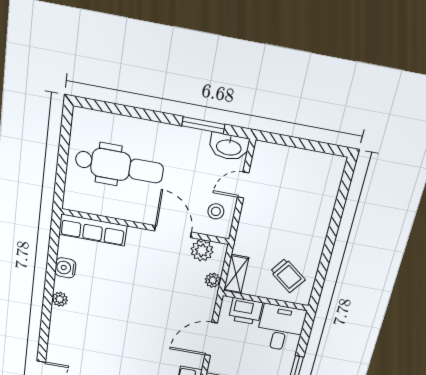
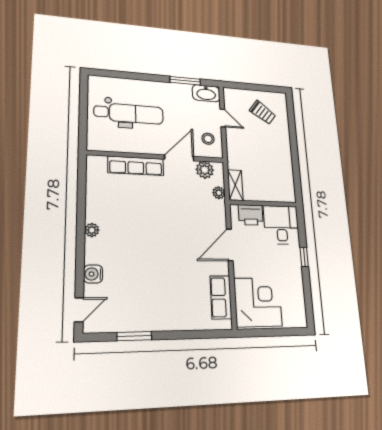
door: (243, 185) -> (223, 118), swing flipped
row of seats: (93, 230) -> (136, 166), moved
door: (173, 232) -> (179, 158), hinge flipped
water cooler: (65, 268) -> (93, 274), moved
trolley: (288, 275) -> (263, 112), moved

